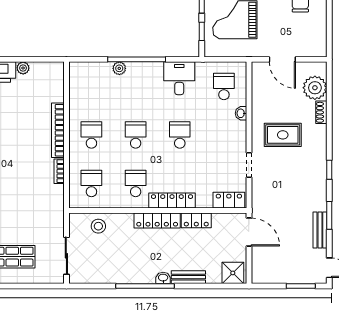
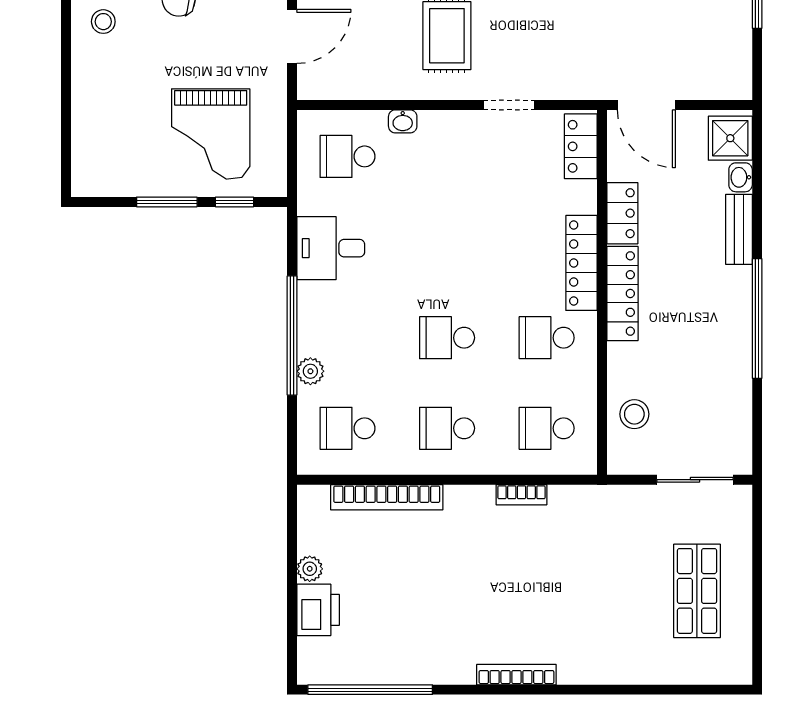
bookcase: (58, 130) -> (387, 497), moved
school desk: (180, 135) -> (348, 428), moved
door: (249, 232) -> (646, 105), swing flipped
washbasin: (163, 278) -> (741, 177), moved

